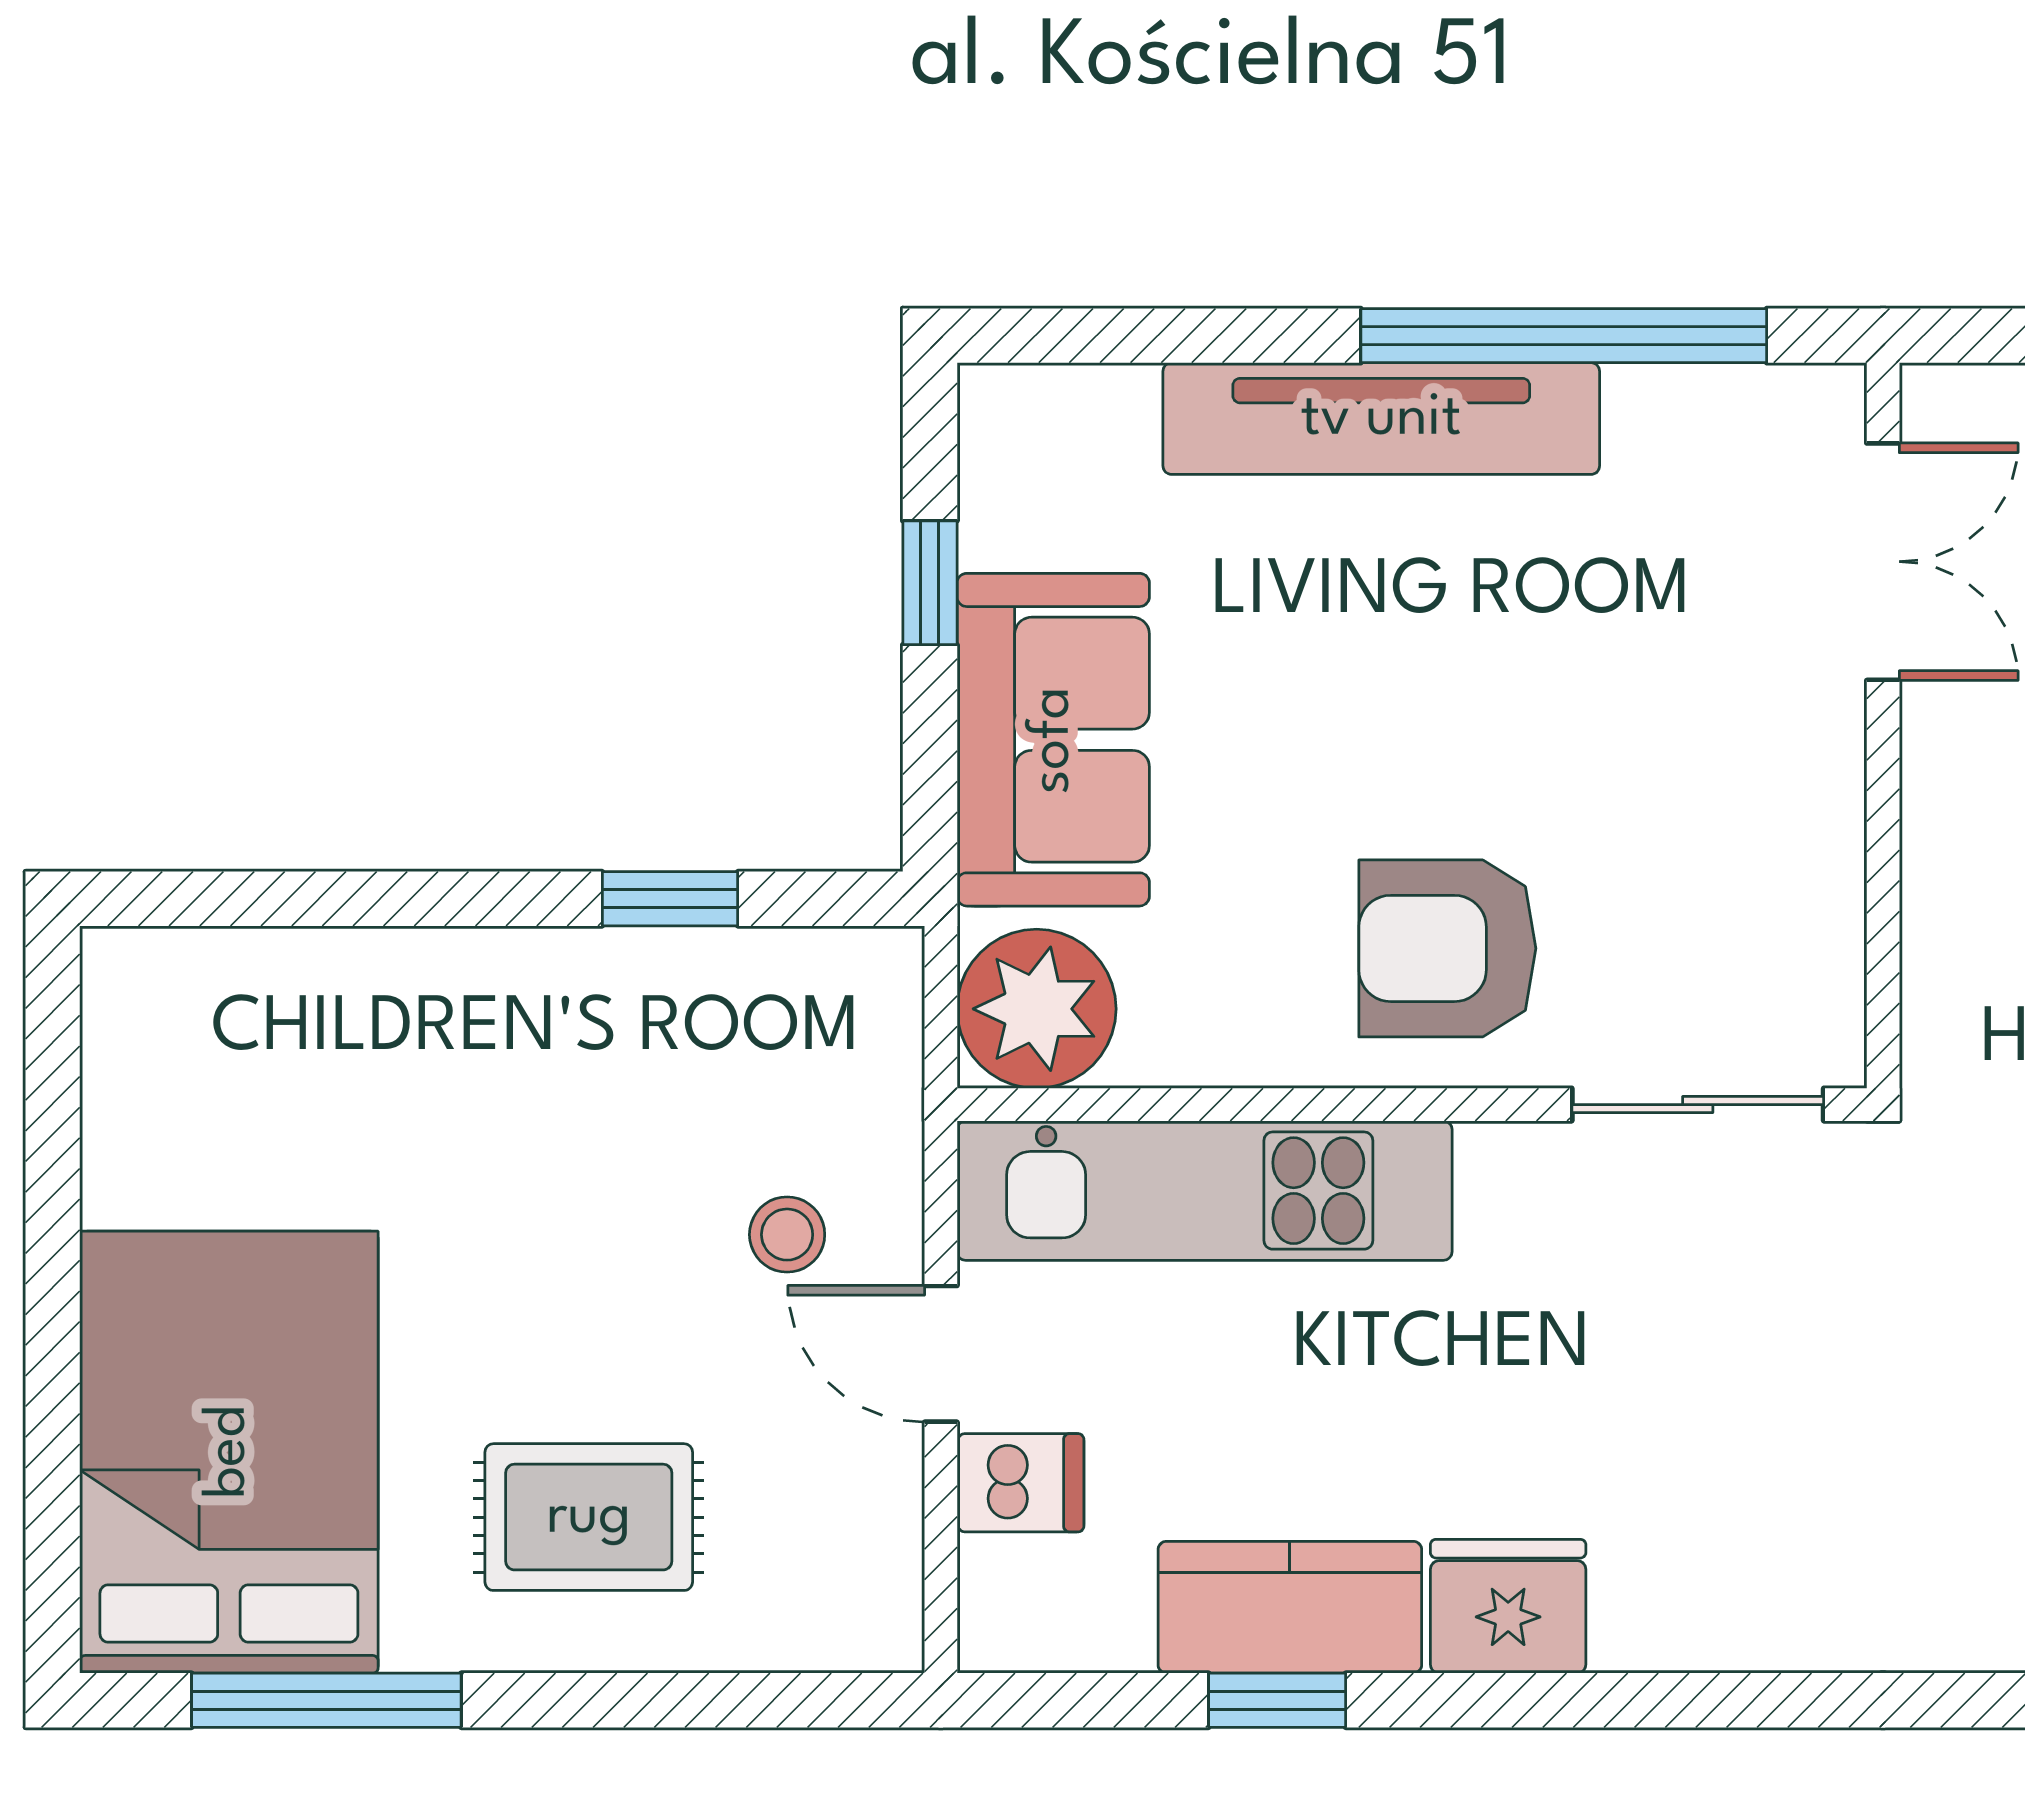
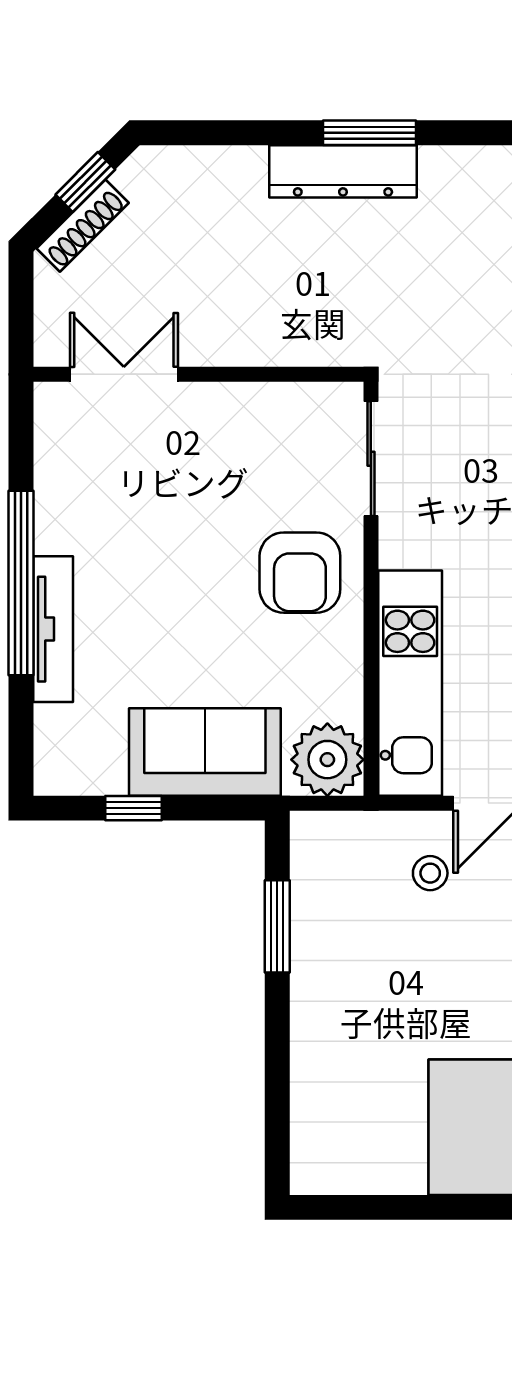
window: (1564, 336) -> (21, 583), moved
tv unit: (1381, 419) -> (53, 629), width x0.73, depth x0.78
window: (670, 899) -> (277, 926), width x1.50

